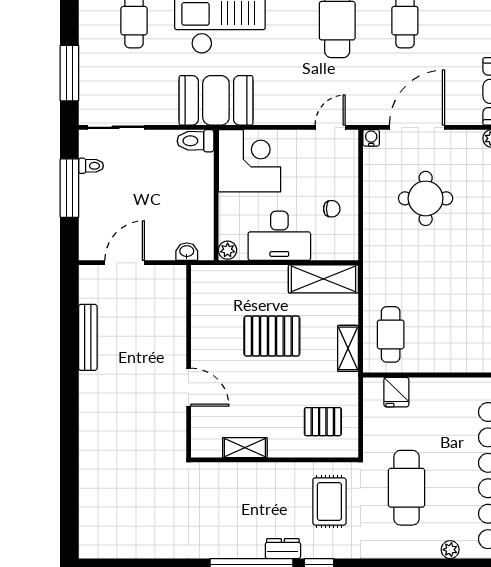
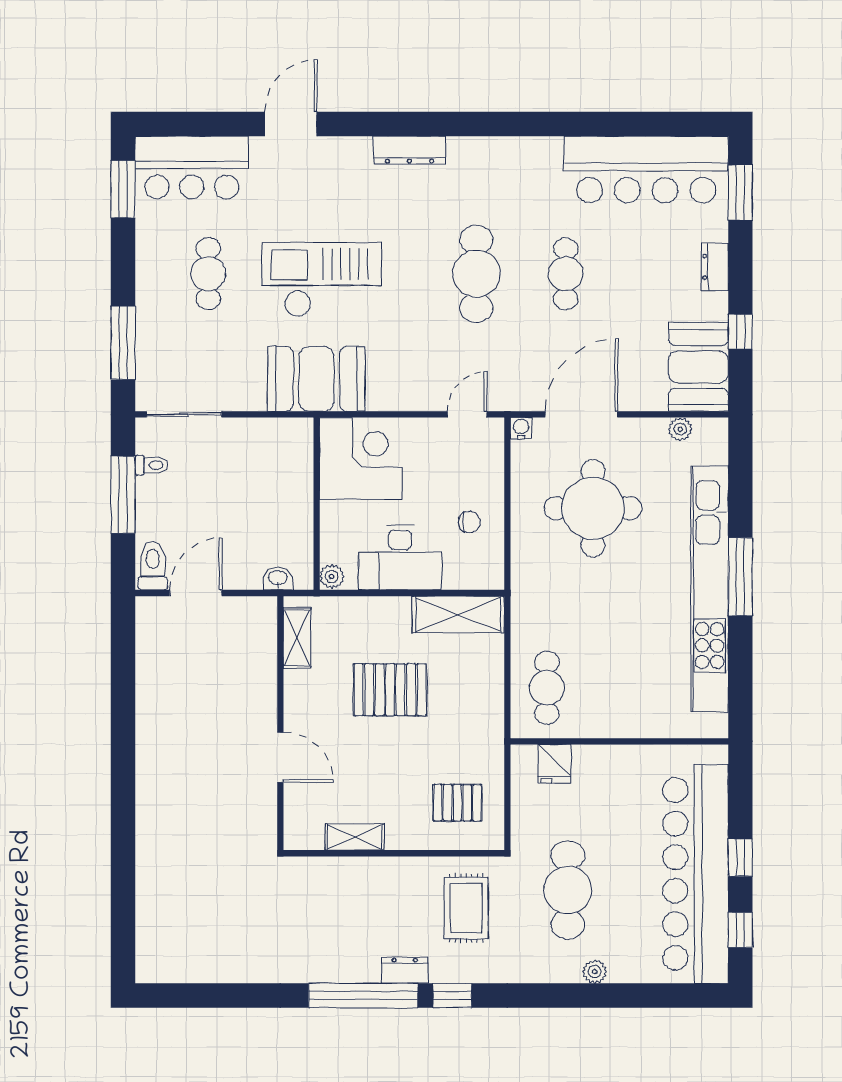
toilet: (196, 141) -> (153, 566), moved, turned 90
round table: (426, 198) -> (593, 508), width x1.36, depth x1.36
bench: (88, 337) -> (147, 692), removed
shelving: (348, 348) -> (297, 638), moved
plant: (450, 550) -> (595, 972), moved

